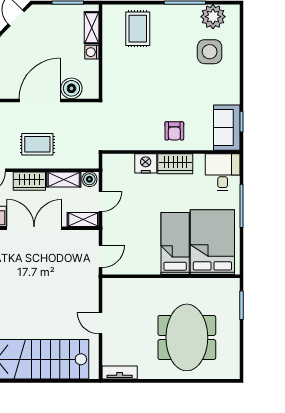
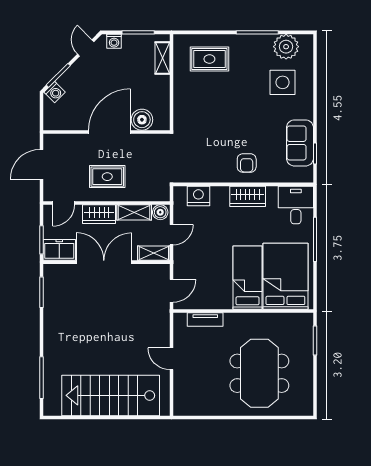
rug: (138, 29) -> (209, 59), turned 90
washing machine: (92, 52) -> (114, 41), moved, turned -90
sofa: (227, 128) -> (300, 143), moved
nightstand: (146, 163) -> (198, 196), moved
tv unit: (120, 373) -> (205, 320), moved, turned 180

